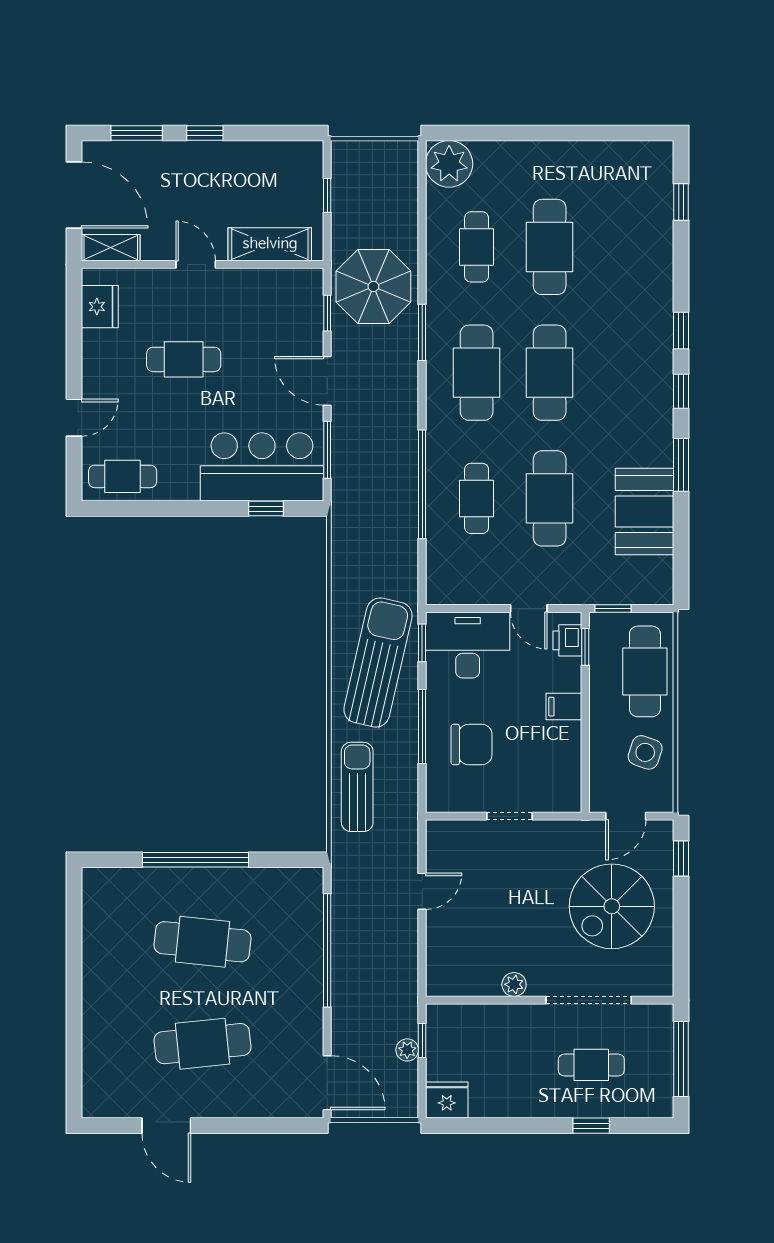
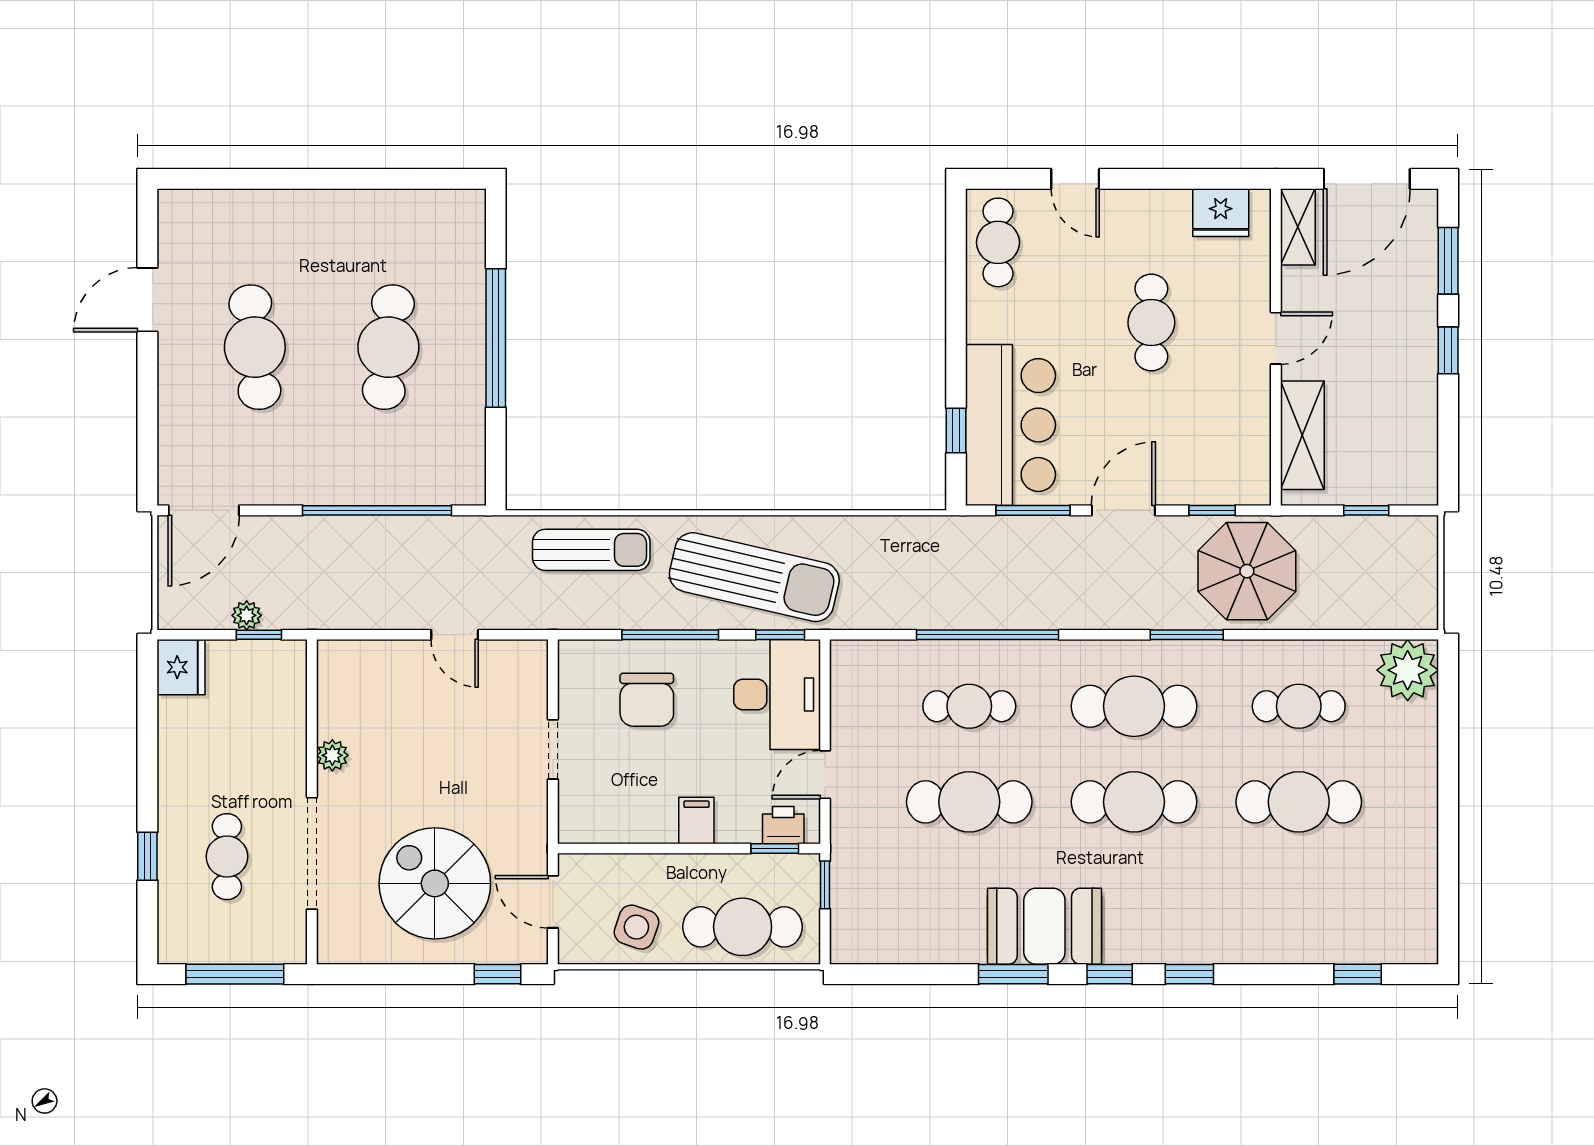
booth: (644, 511) -> (1044, 926), moved

